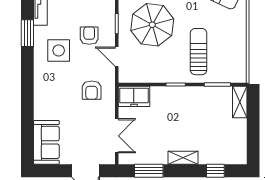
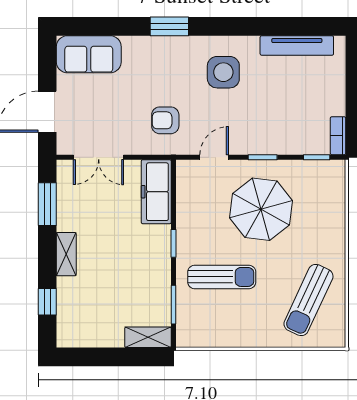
window: (27, 33) -> (169, 26), moved
armchair: (89, 36) -> (245, 117), removed
freezer: (134, 96) -> (156, 192), width x1.40

